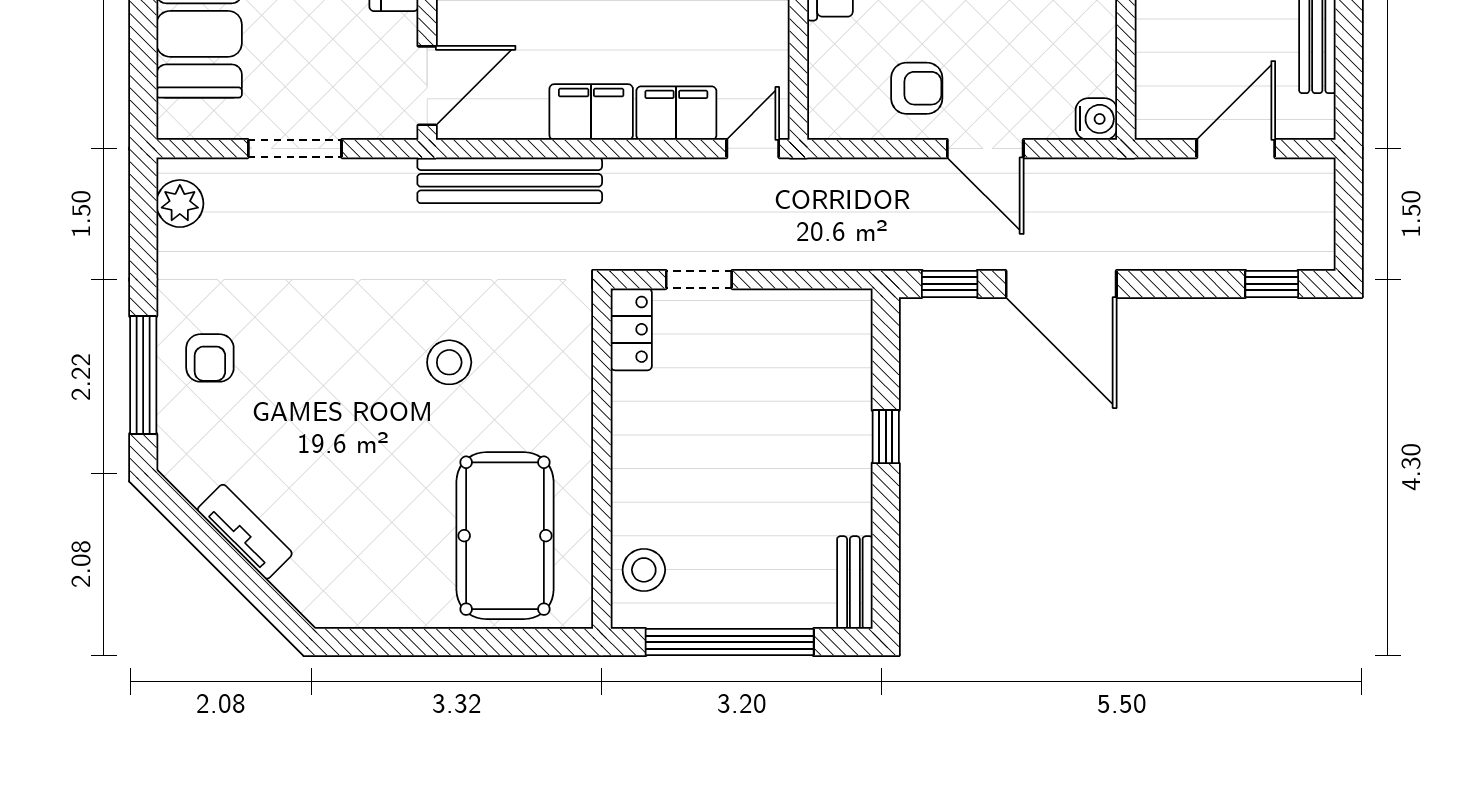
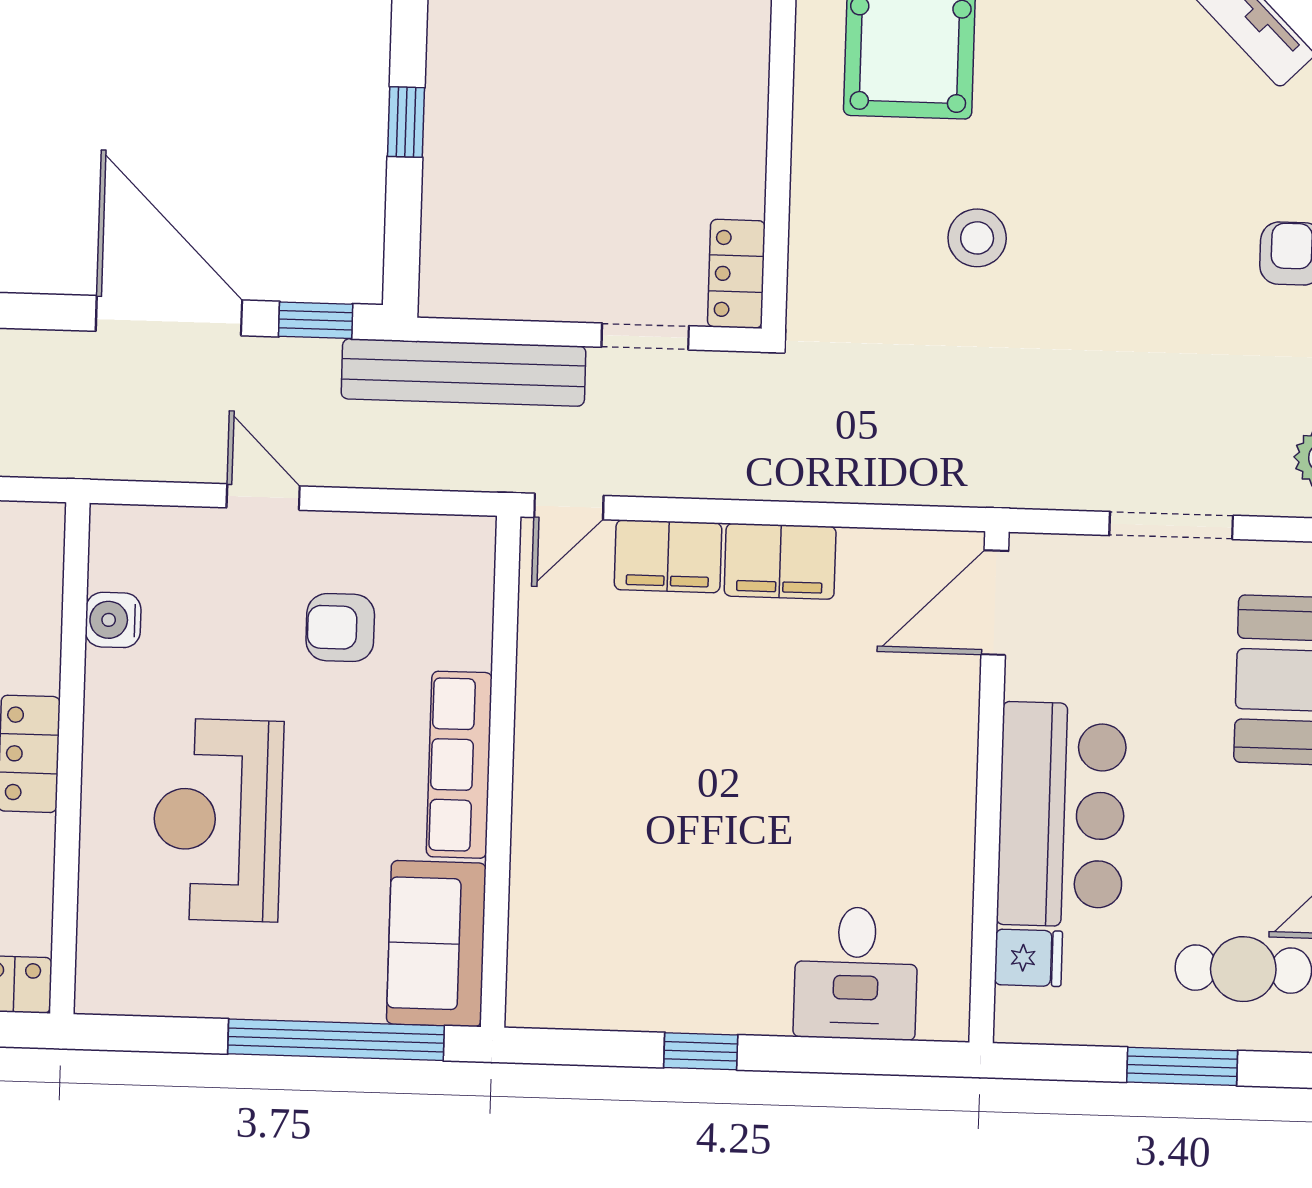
armchair: (917, 88) -> (340, 628), moved
water cooler: (1096, 119) -> (113, 620), moved
door: (985, 149) -> (263, 497), width x0.73
bench: (510, 180) -> (464, 372), moved

